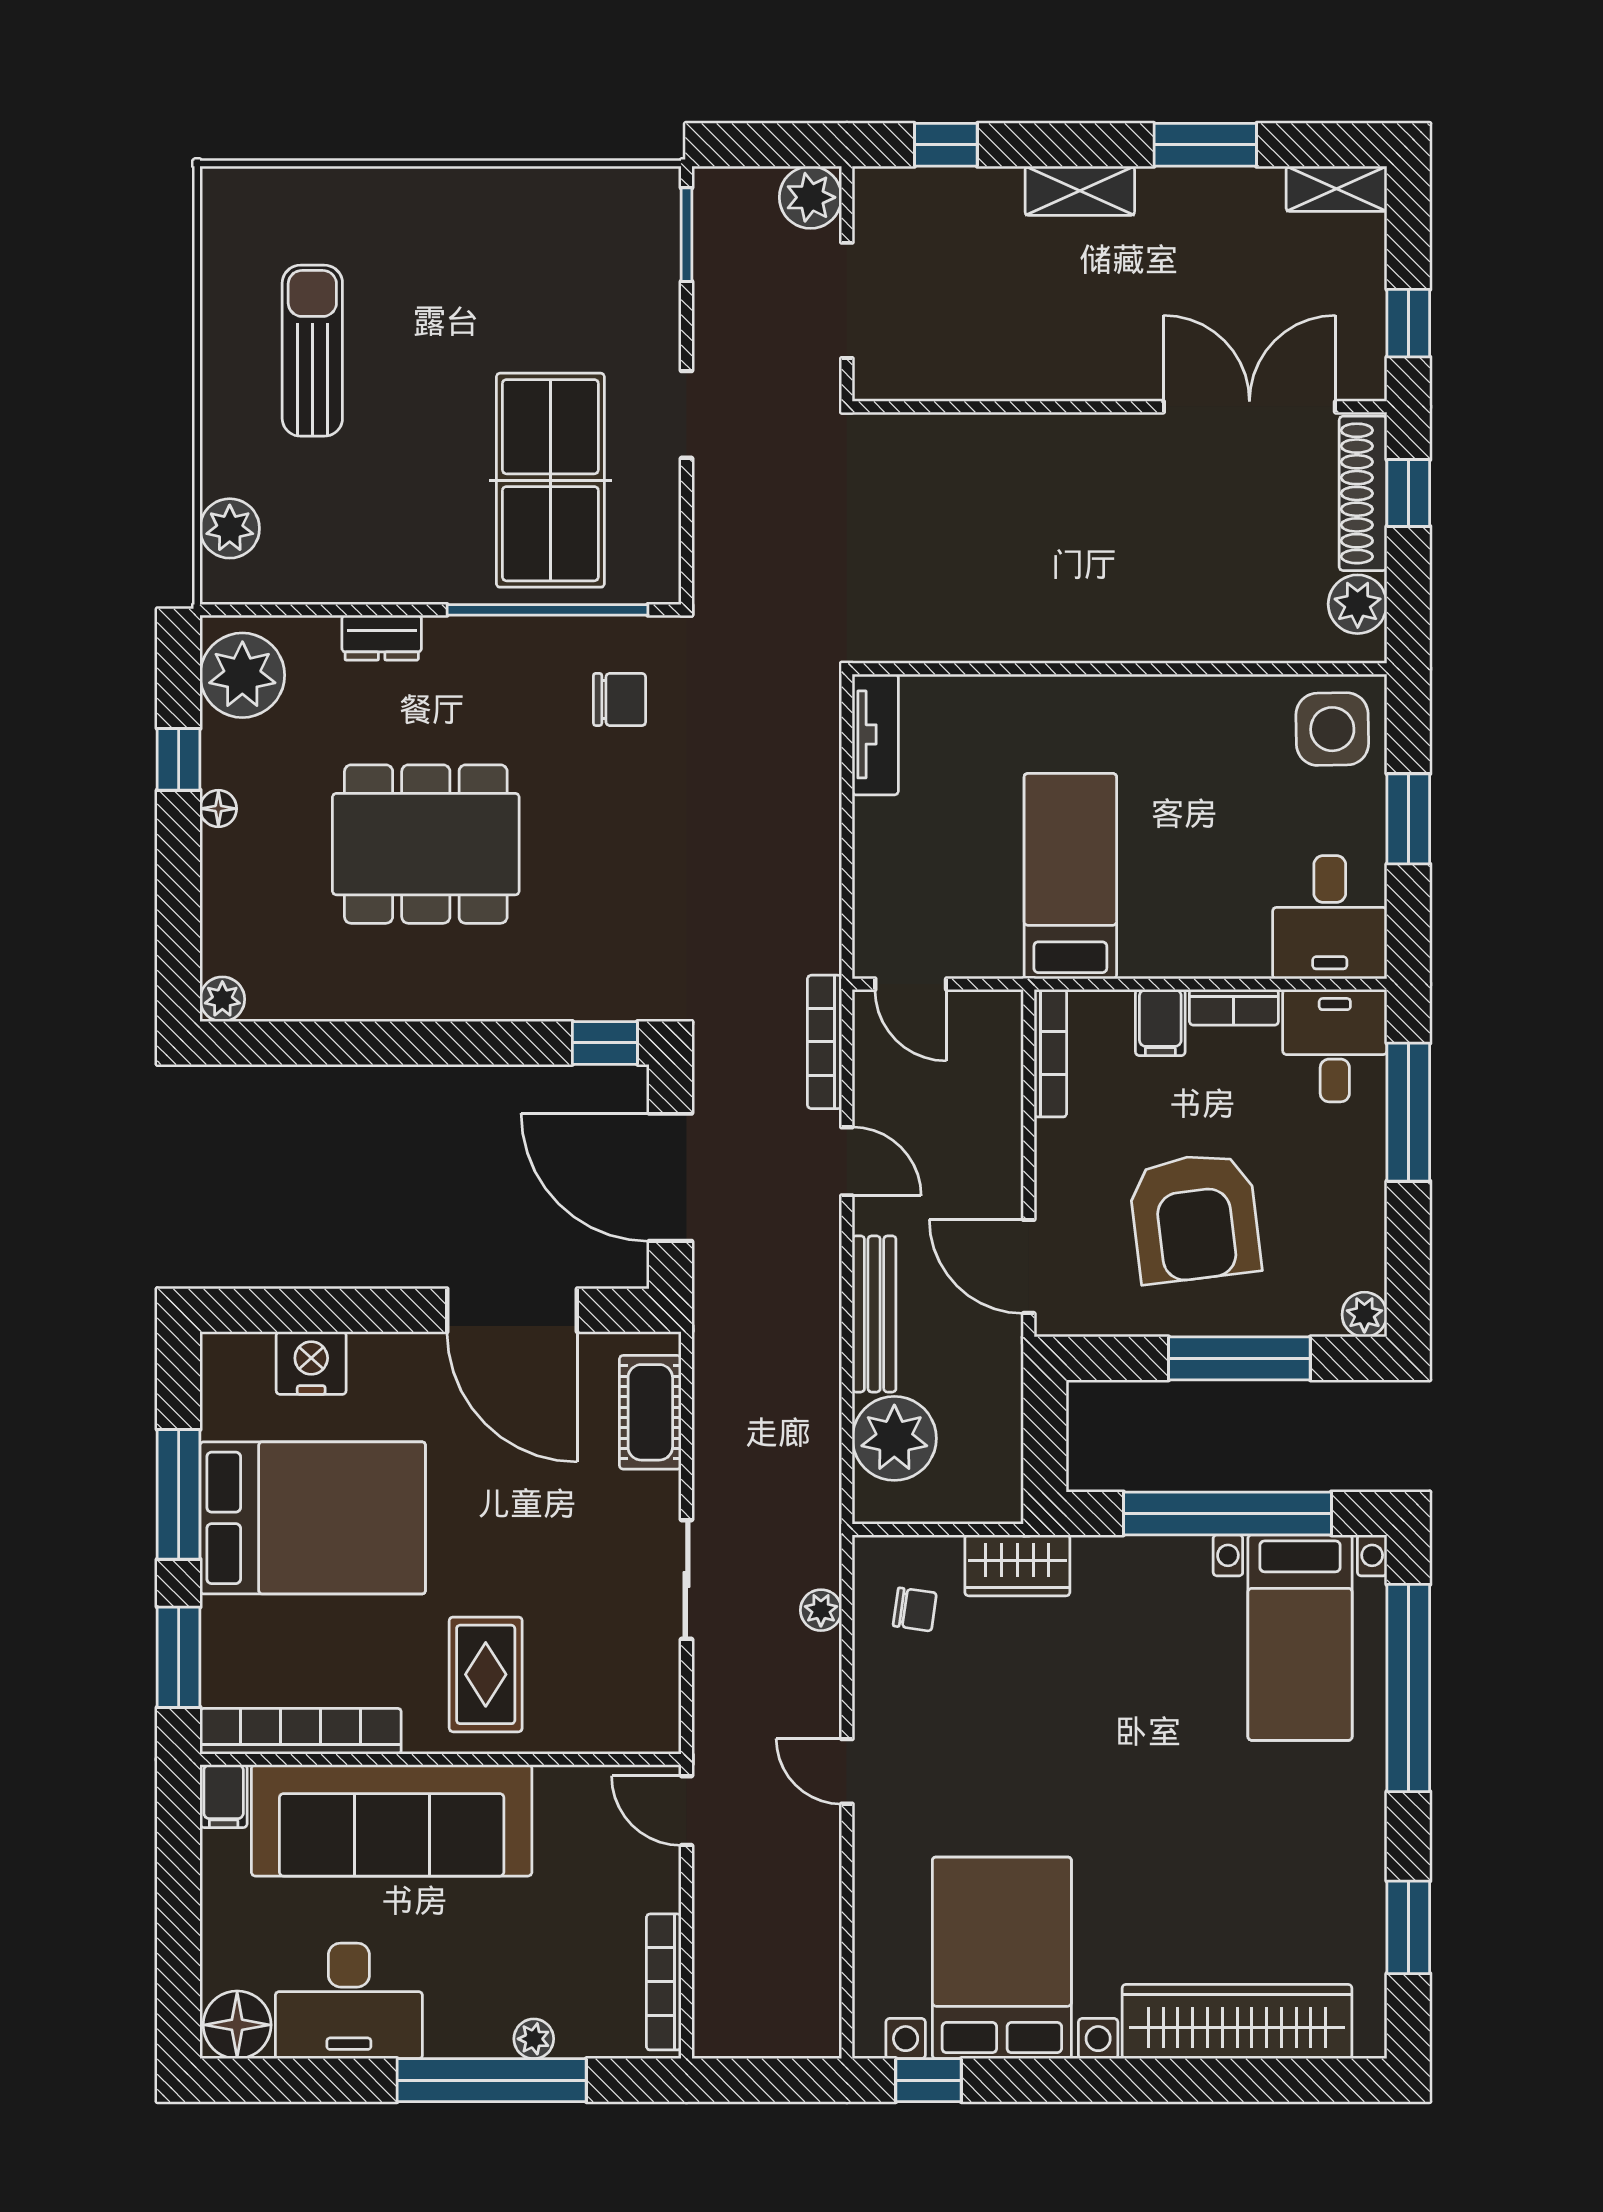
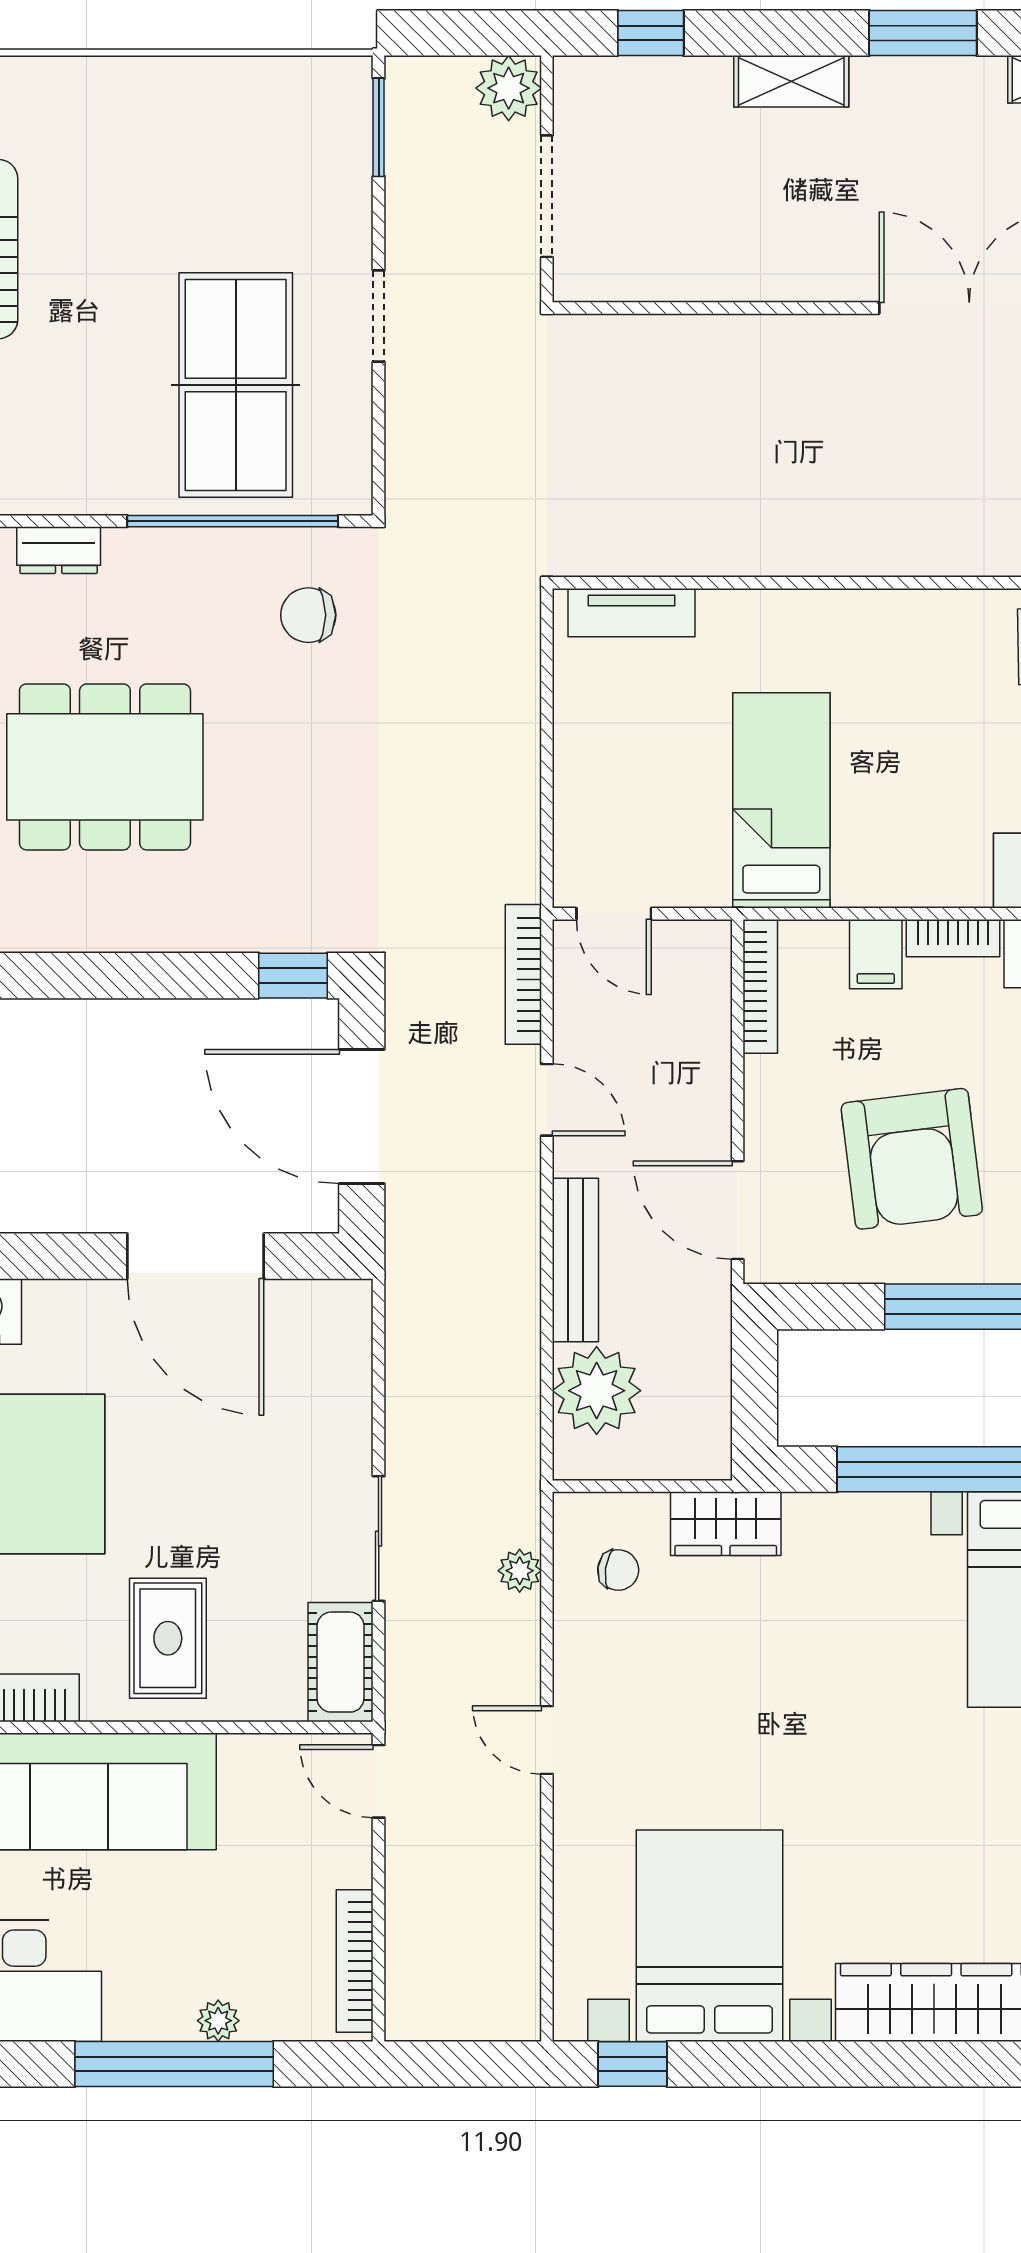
chair: (620, 699) -> (308, 615), turned 180
tv unit: (875, 734) -> (632, 613), moved, turned 90
cot: (650, 1412) -> (341, 1662), moved

